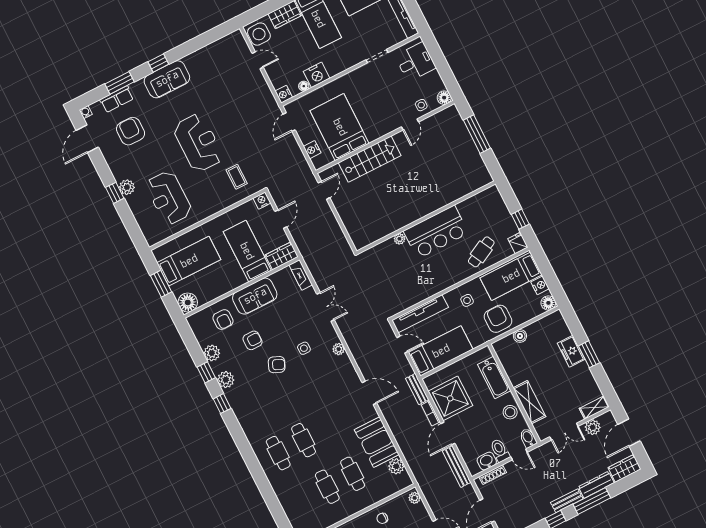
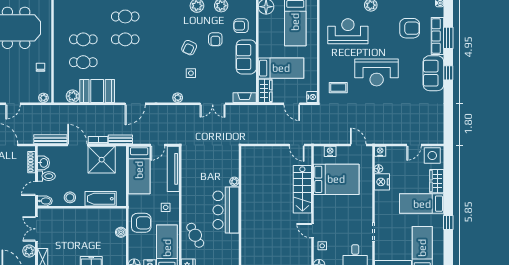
row of seats: (117, 99) -> (438, 36), width x1.48
shelving: (529, 402) -> (70, 215), removed

